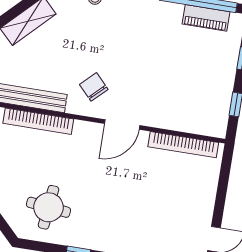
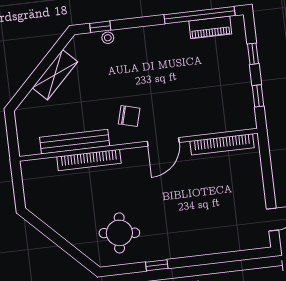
chair: (94, 87) -> (129, 116), turned 149

